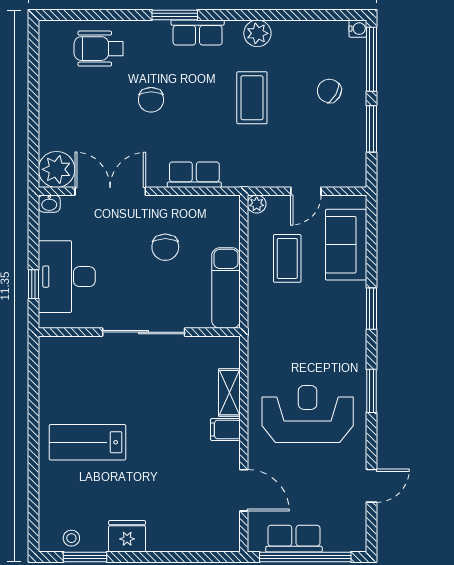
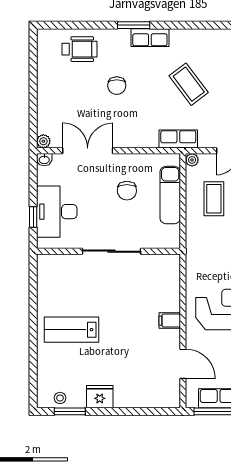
plant: (257, 33) -> (193, 38), removed
wheelchair: (99, 49) -> (79, 49), turned 180
coffee table: (252, 98) -> (189, 84), turned -37
plant: (57, 169) -> (43, 141), width x0.53, depth x0.53
row of seats: (194, 175) -> (178, 139), moved
exam couch: (226, 288) -> (170, 195), moved
shelving: (229, 393) -> (173, 294), removed

